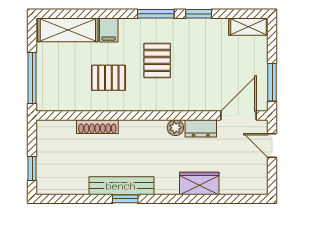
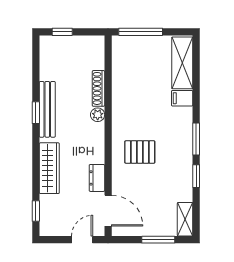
pallet: (157, 60) -> (140, 152), moved
pallet: (108, 78) -> (141, 98), removed
window: (272, 82) -> (158, 240), moved
plant: (175, 128) -> (98, 115), moved
wardrobe: (199, 183) -> (49, 168), width x1.50
window: (239, 199) -> (36, 211), added

